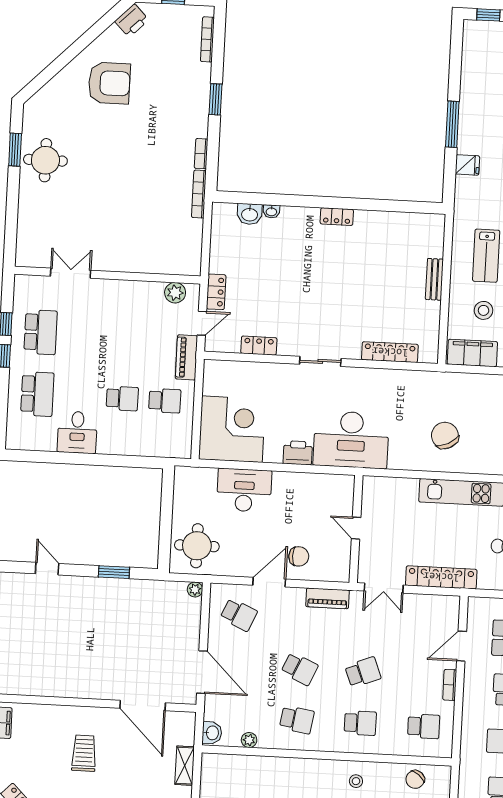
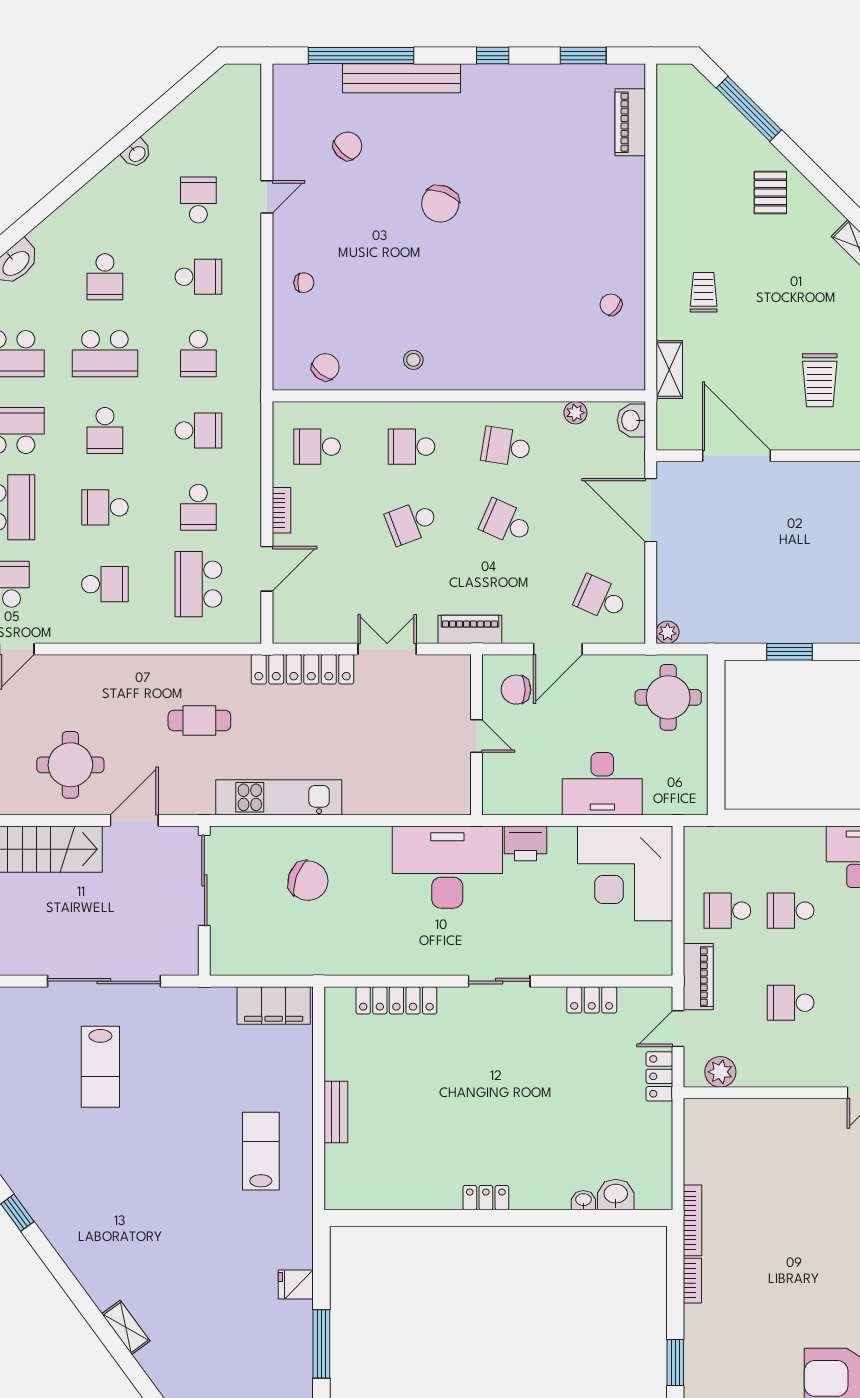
stool: (484, 310) -> (260, 1070), removed
school desk: (125, 337) -> (791, 1003), added
chair: (445, 435) -> (308, 881), turned -44
door: (356, 528) -> (477, 736), moved
wall: (356, 529) -> (477, 735), moved

